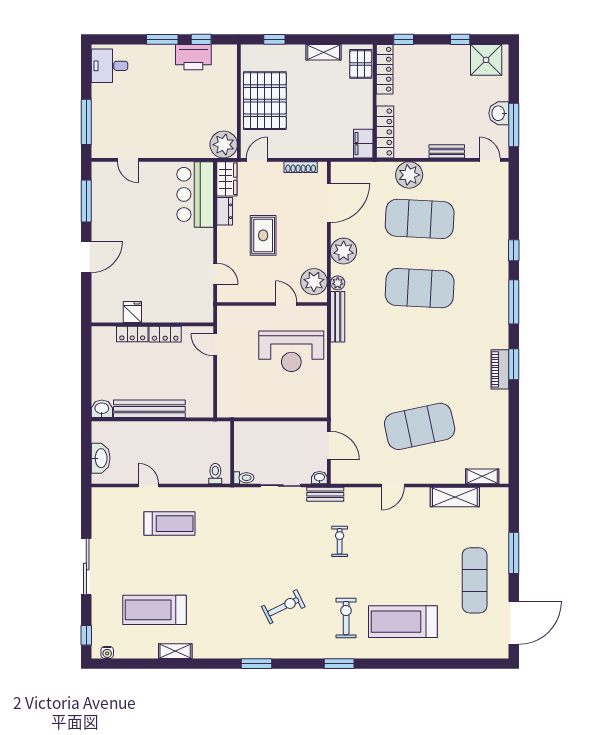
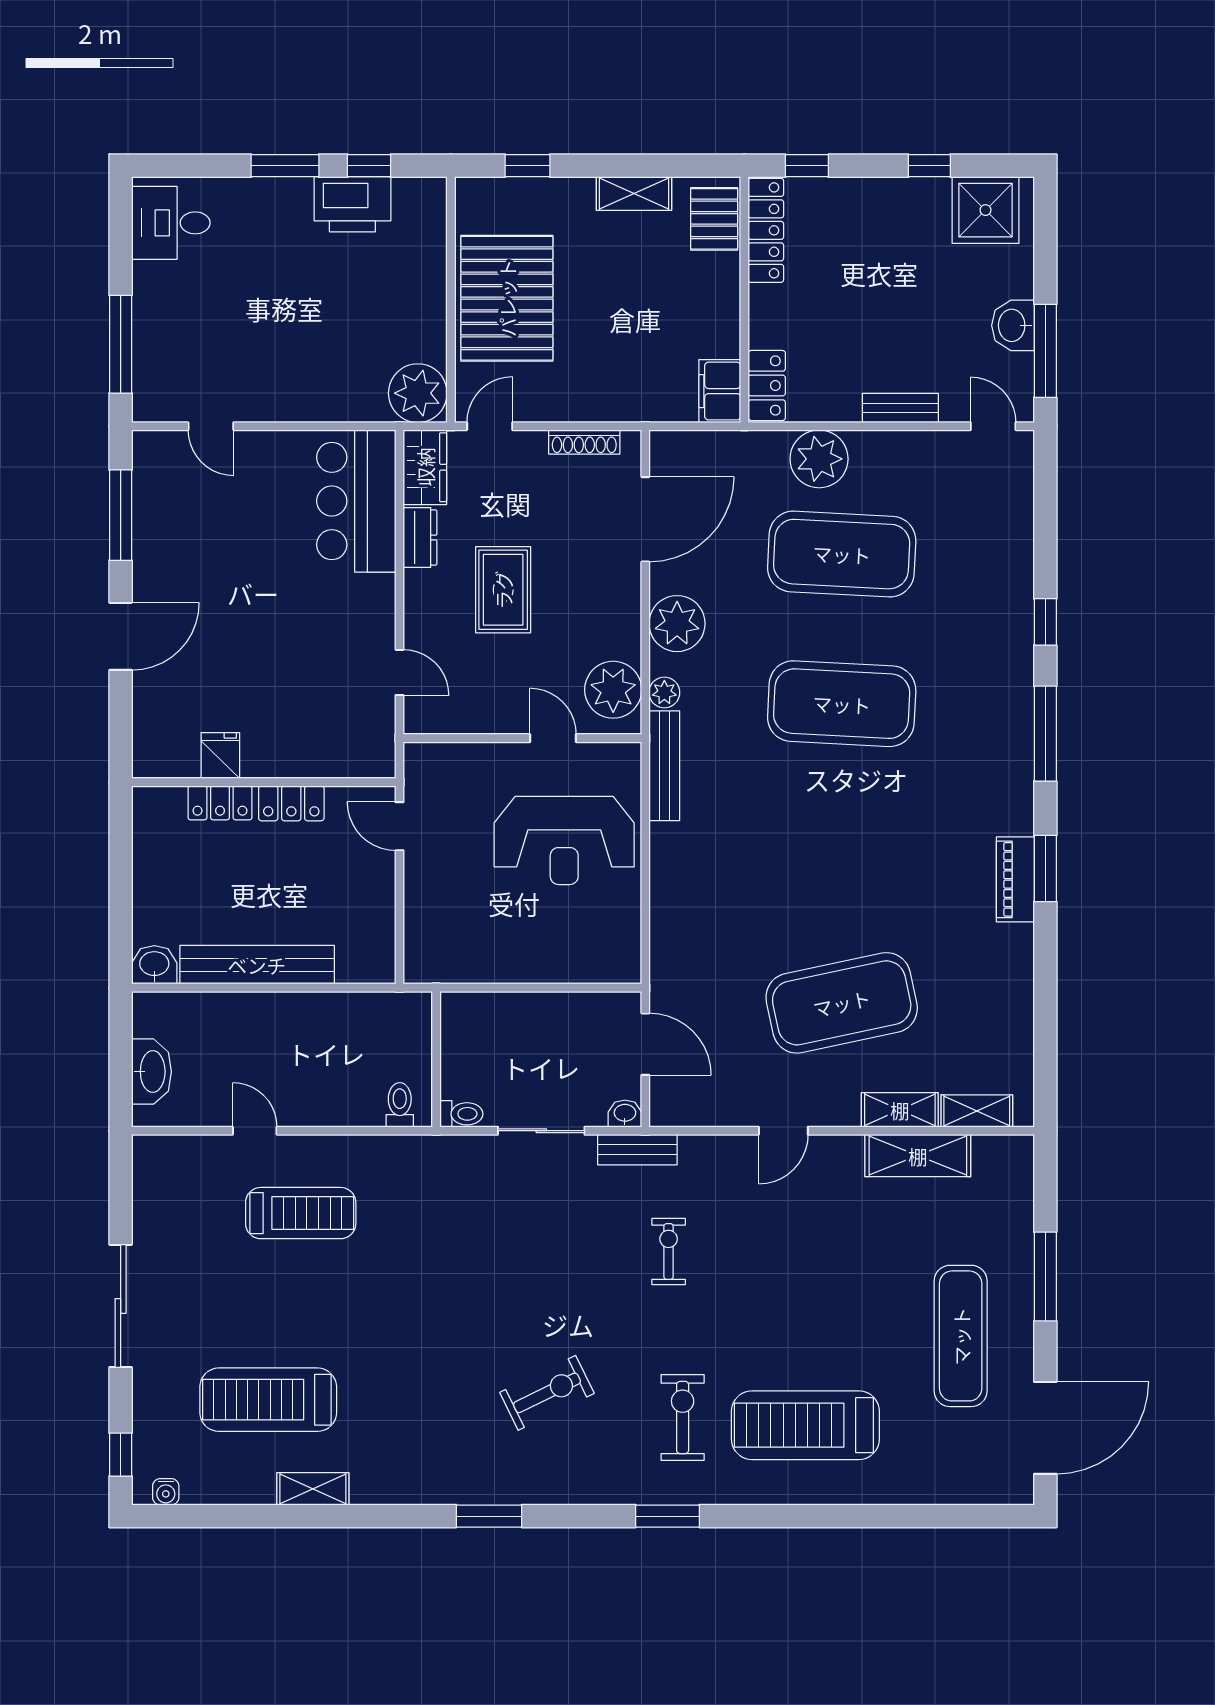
locker: (385, 132) -> (767, 385), width x0.66
shelving: (446, 476) -> (900, 1110), added

